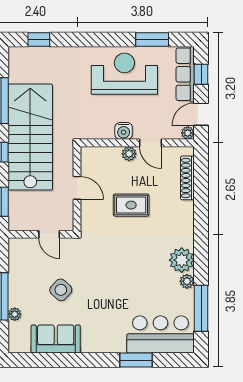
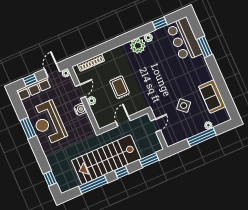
window: (152, 40) -> (28, 128), moved
door: (201, 114) -> (52, 70), swing flipped
window: (201, 308) -> (160, 23), width x0.46

